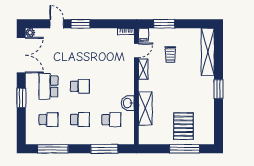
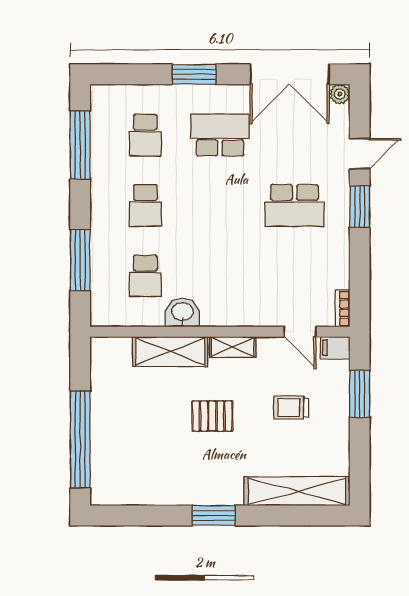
shelving: (143, 69) -> (233, 347), moved
school desk: (80, 86) -> (294, 205), moved, width x1.85
pallet: (183, 126) -> (212, 416), moved, width x0.67, depth x0.71
window: (185, 149) -> (80, 439), width x1.46

